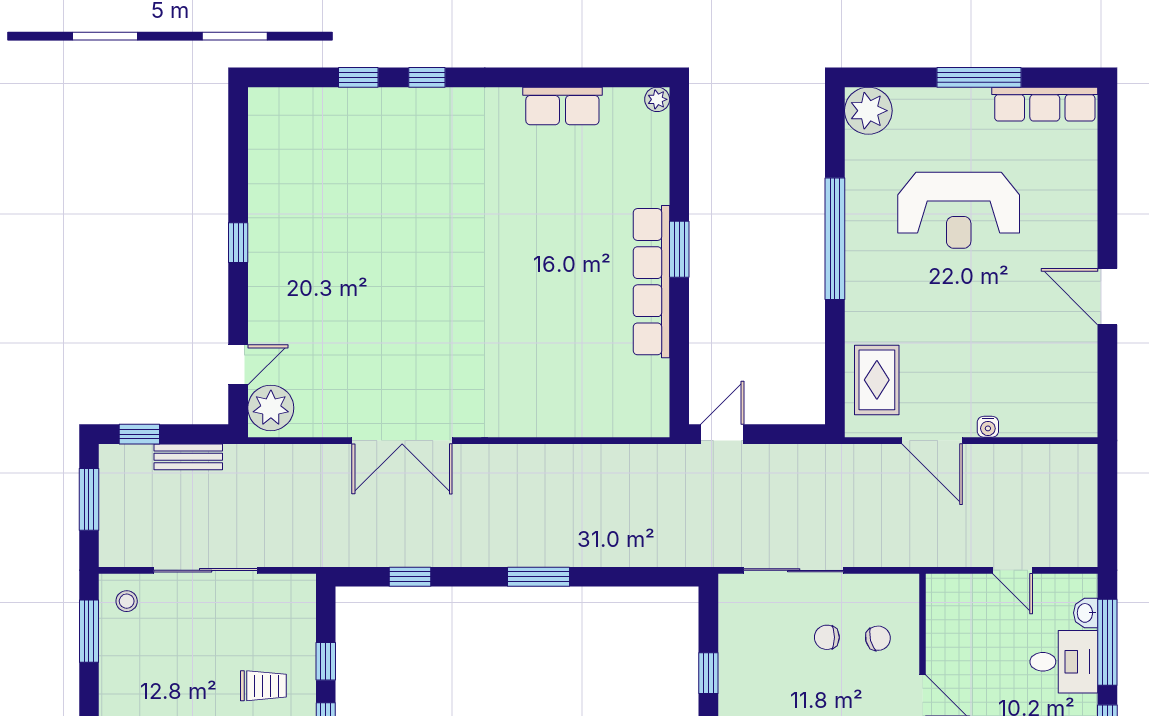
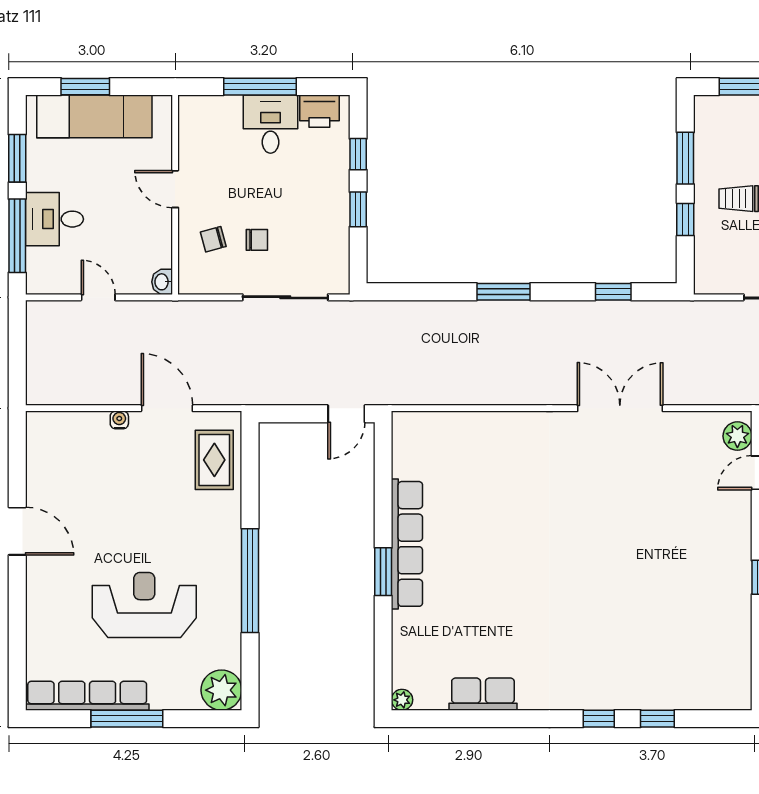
row of seats: (1045, 104) -> (87, 696), width x1.36
plant: (271, 408) -> (737, 436), width x0.73, depth x0.73
washbasin: (1086, 613) -> (162, 282), moved, turned 180

